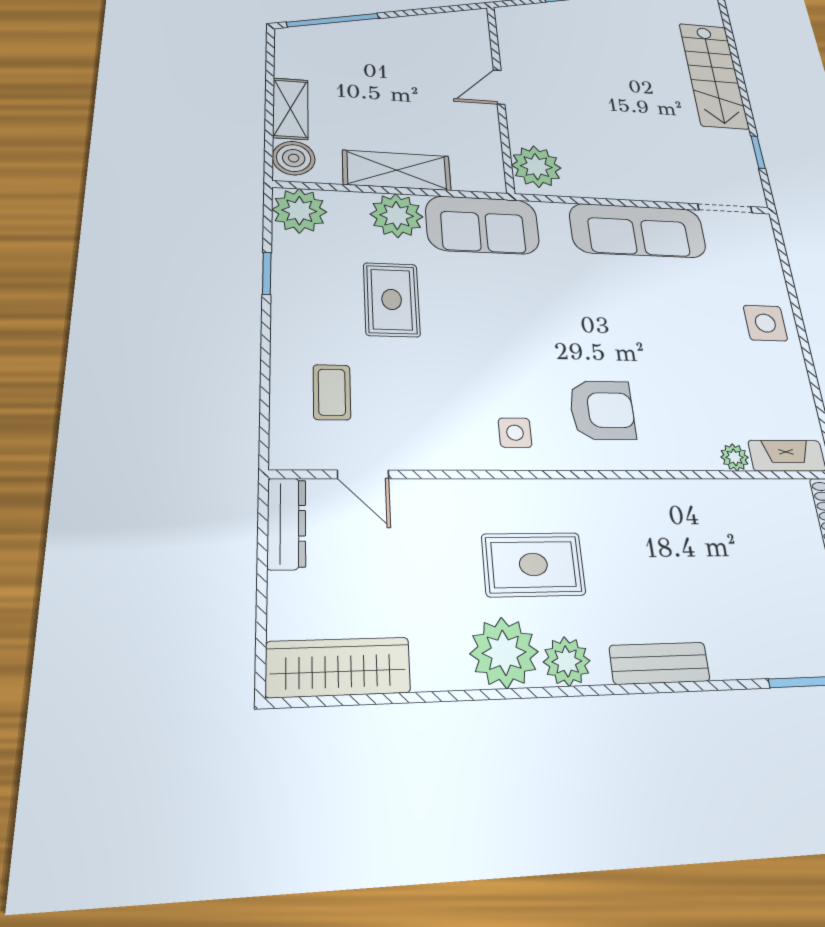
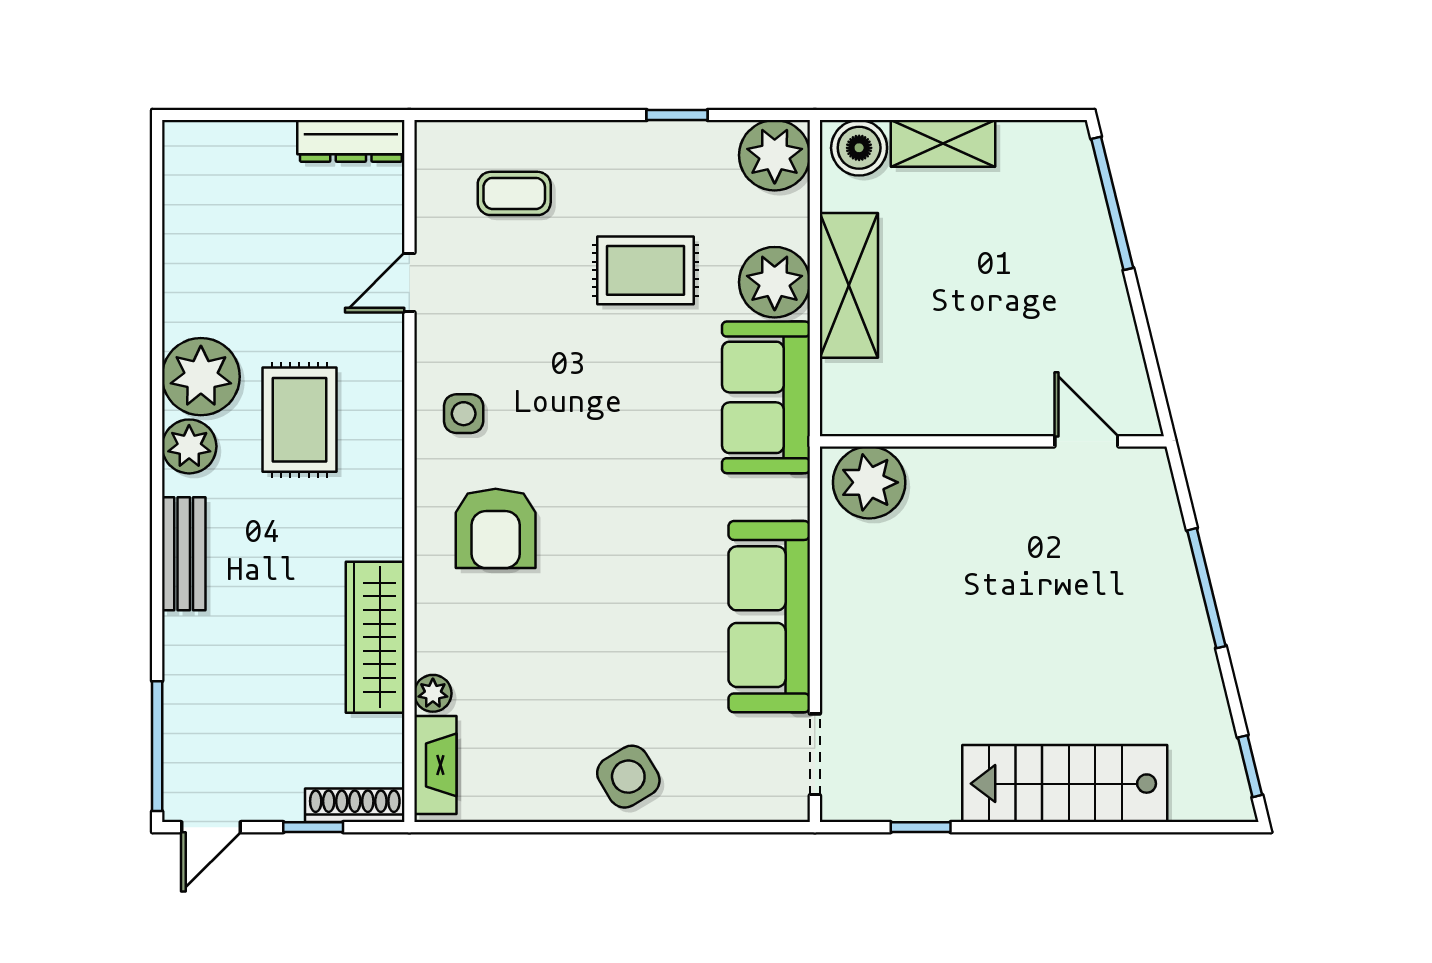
door: (499, 87) -> (1086, 441), moved
side table: (765, 323) -> (628, 777), turned -31
door: (363, 474) -> (409, 282), moved
wardrobe: (338, 667) -> (375, 637), moved, turned 180

